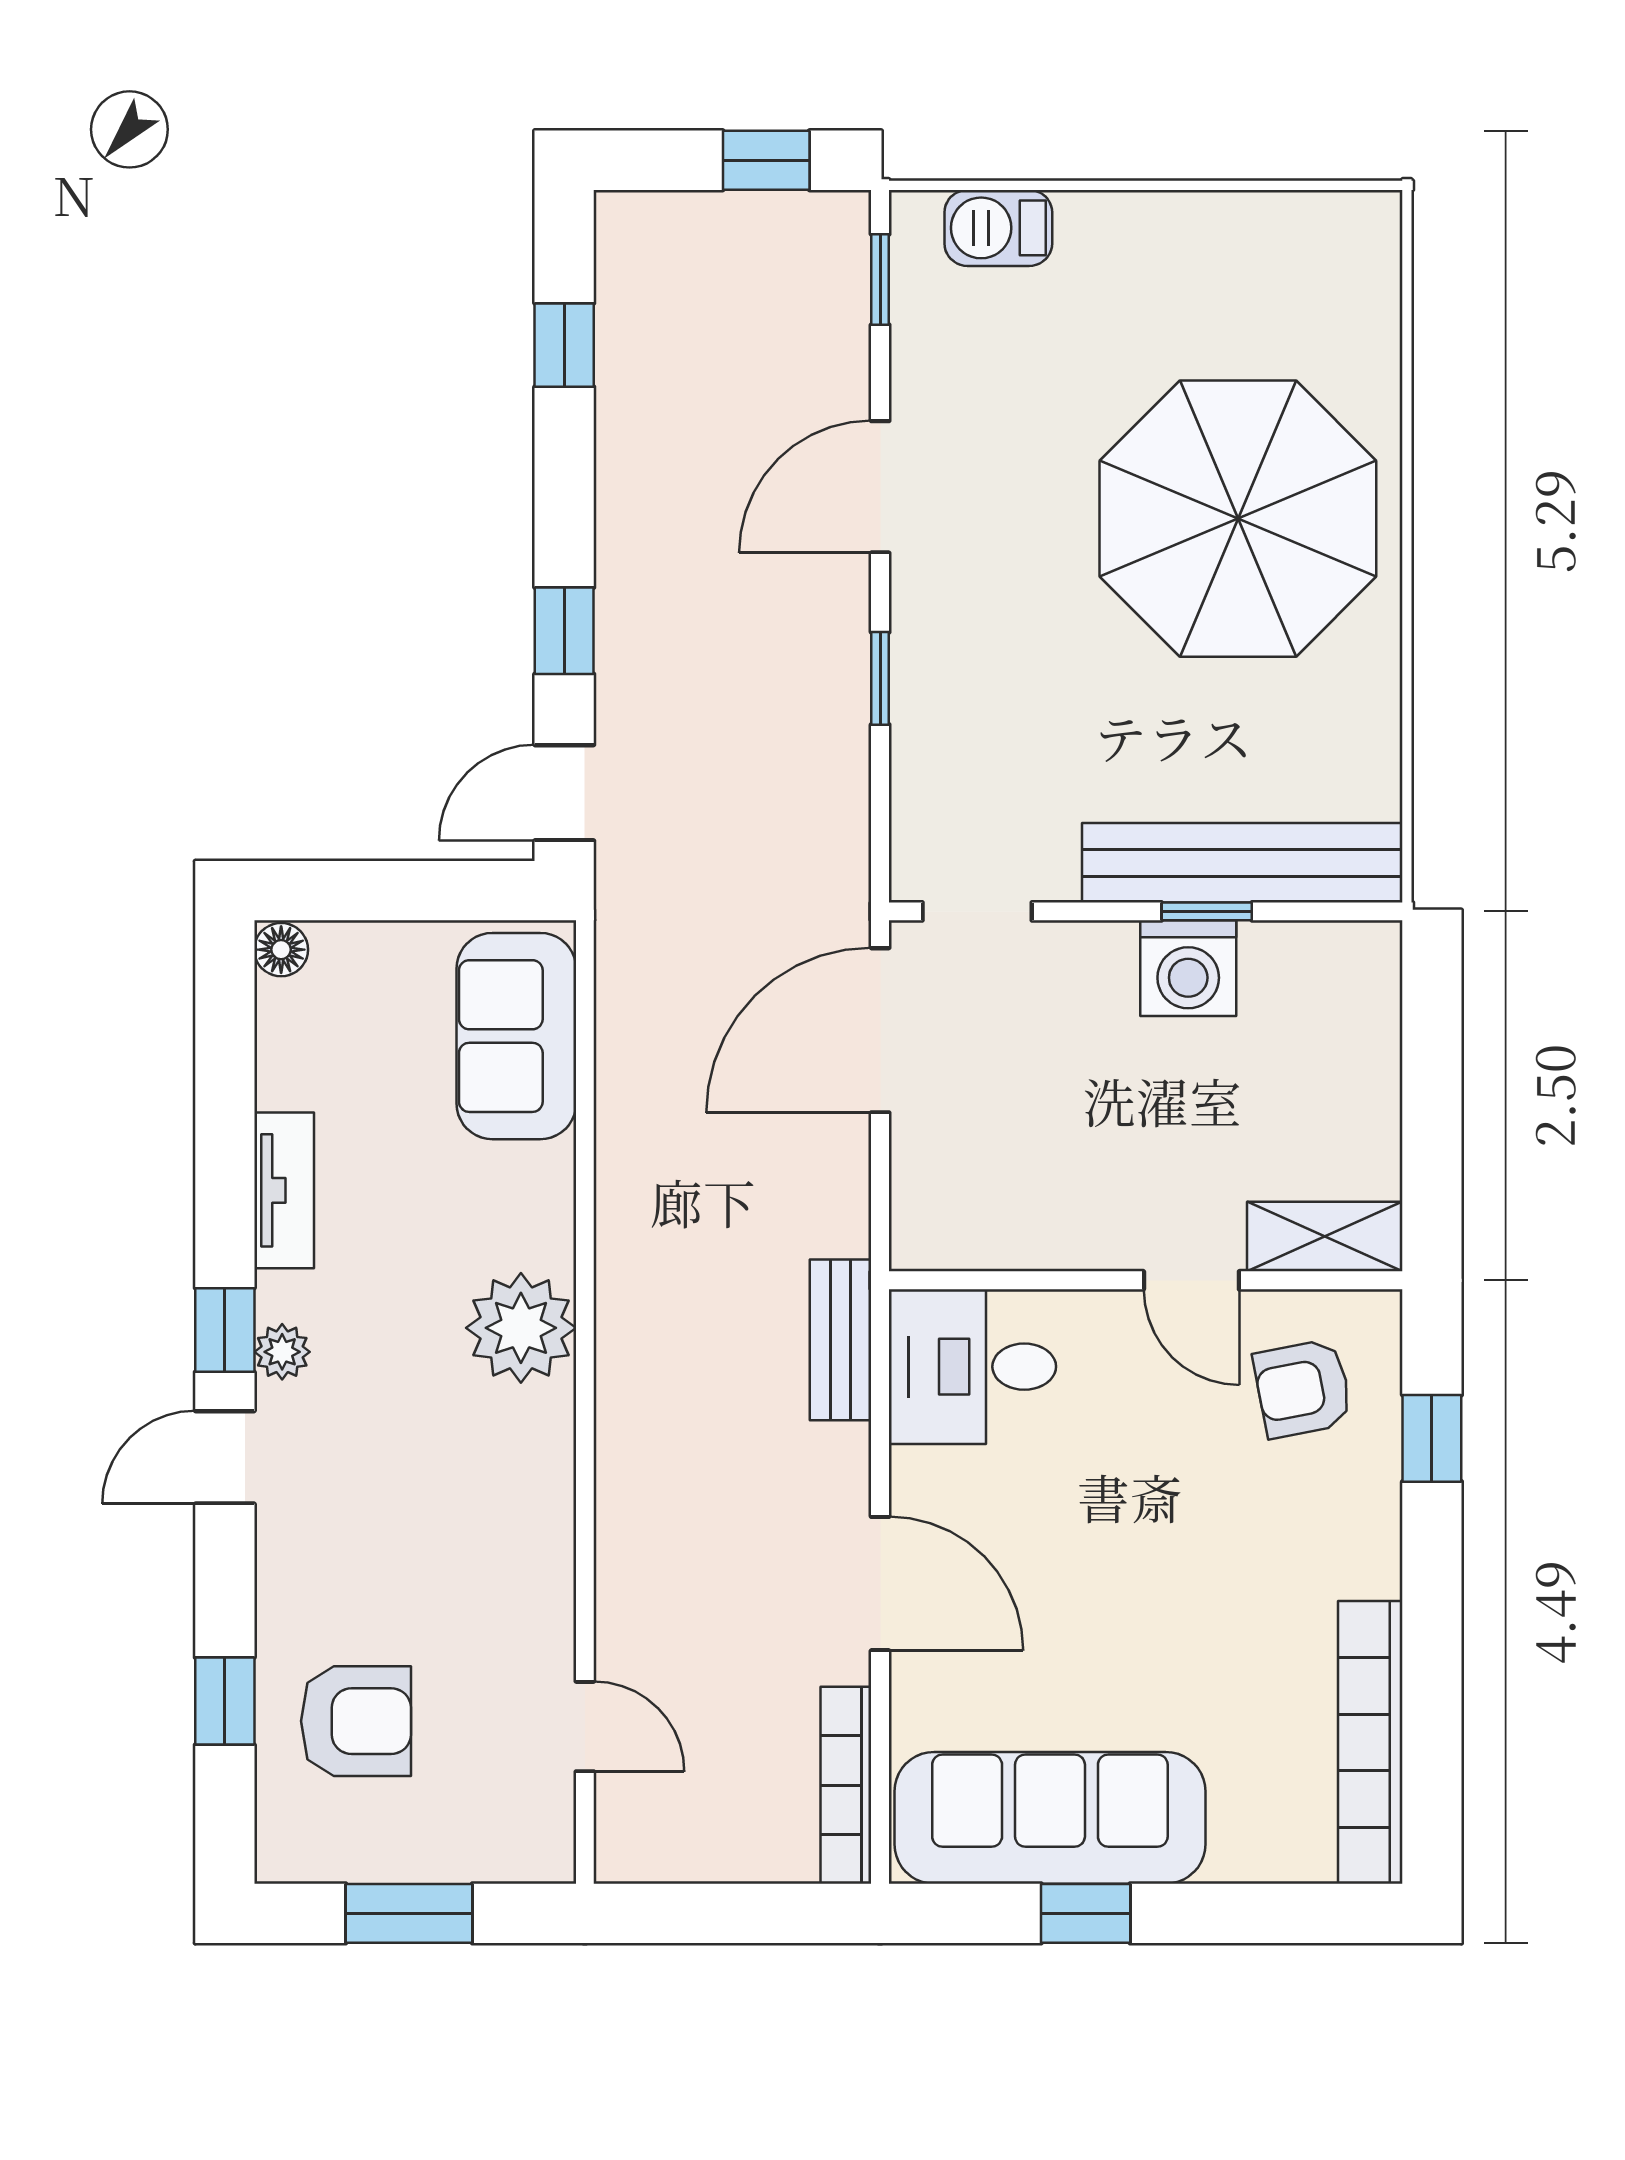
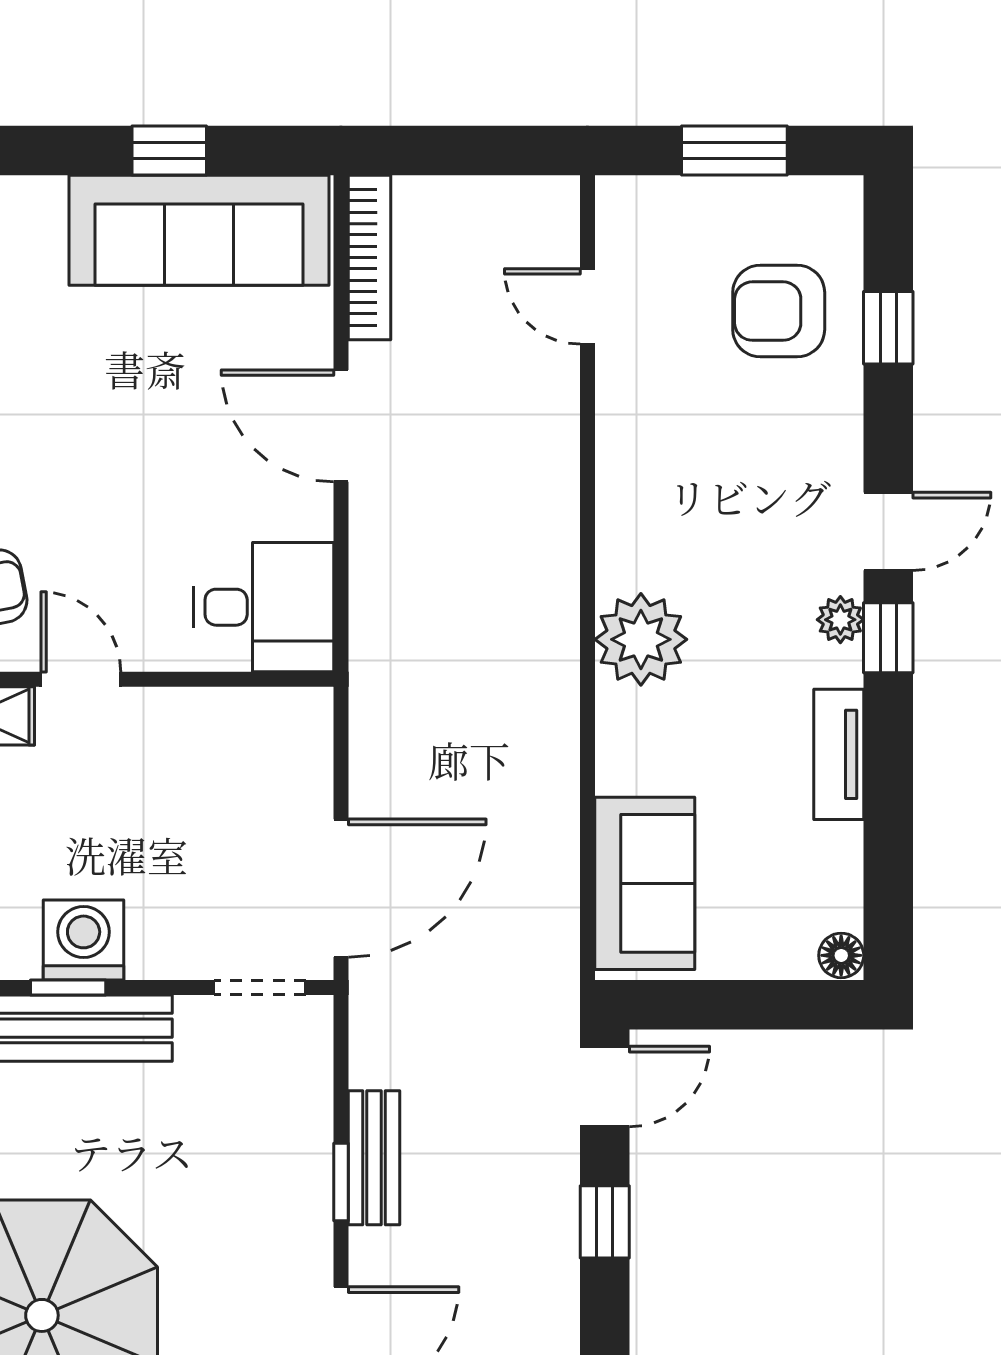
bench: (840, 1340) -> (374, 1158), moved

